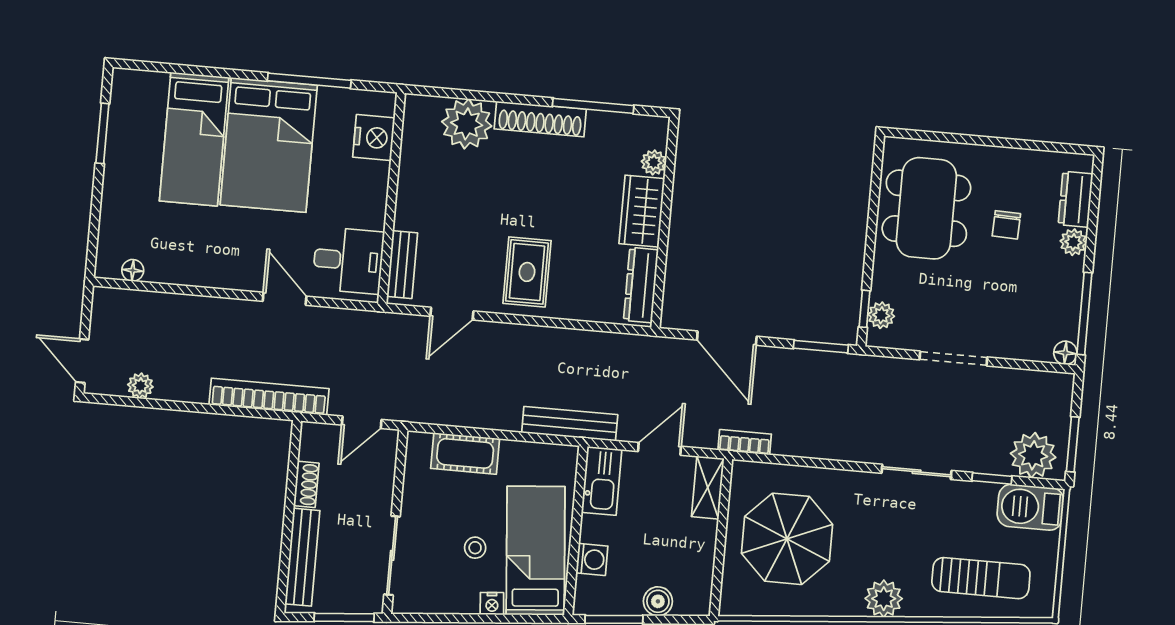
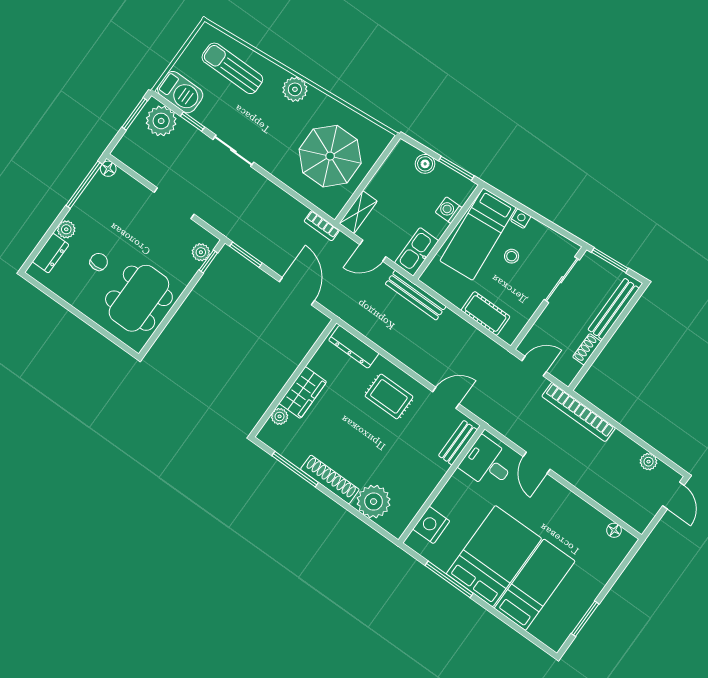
rug: (527, 272) -> (389, 396), turned 90
dresser: (641, 285) -> (354, 347), moved, turned 90

